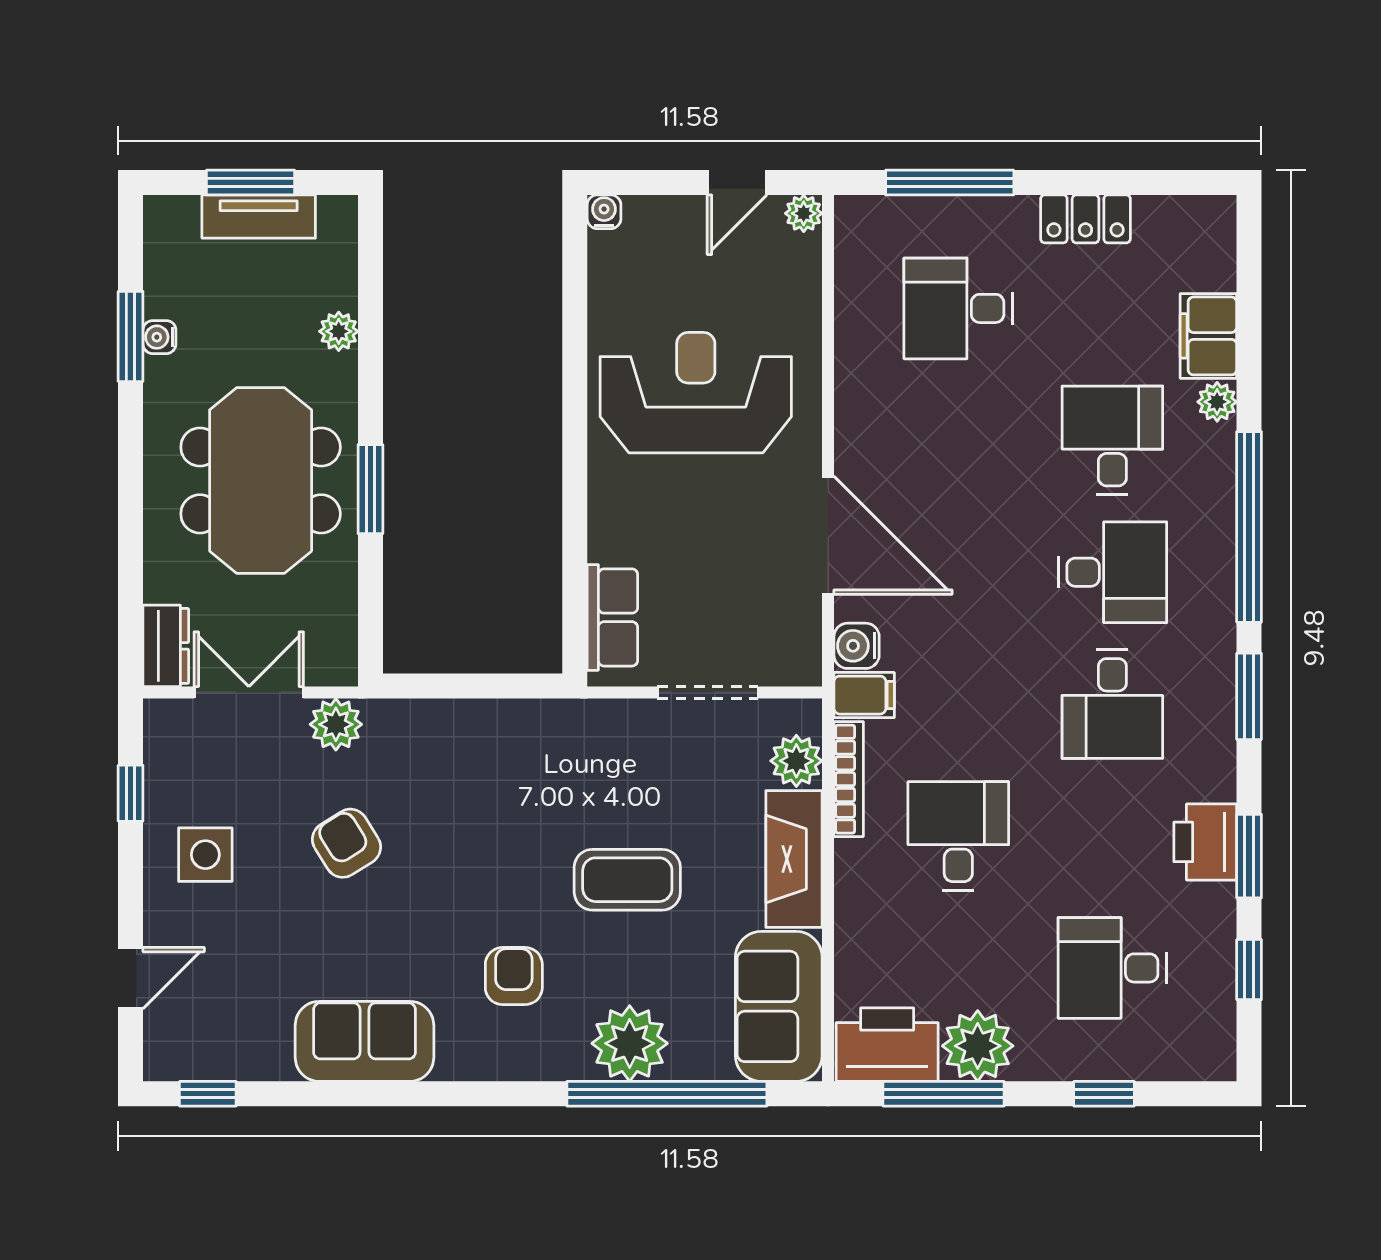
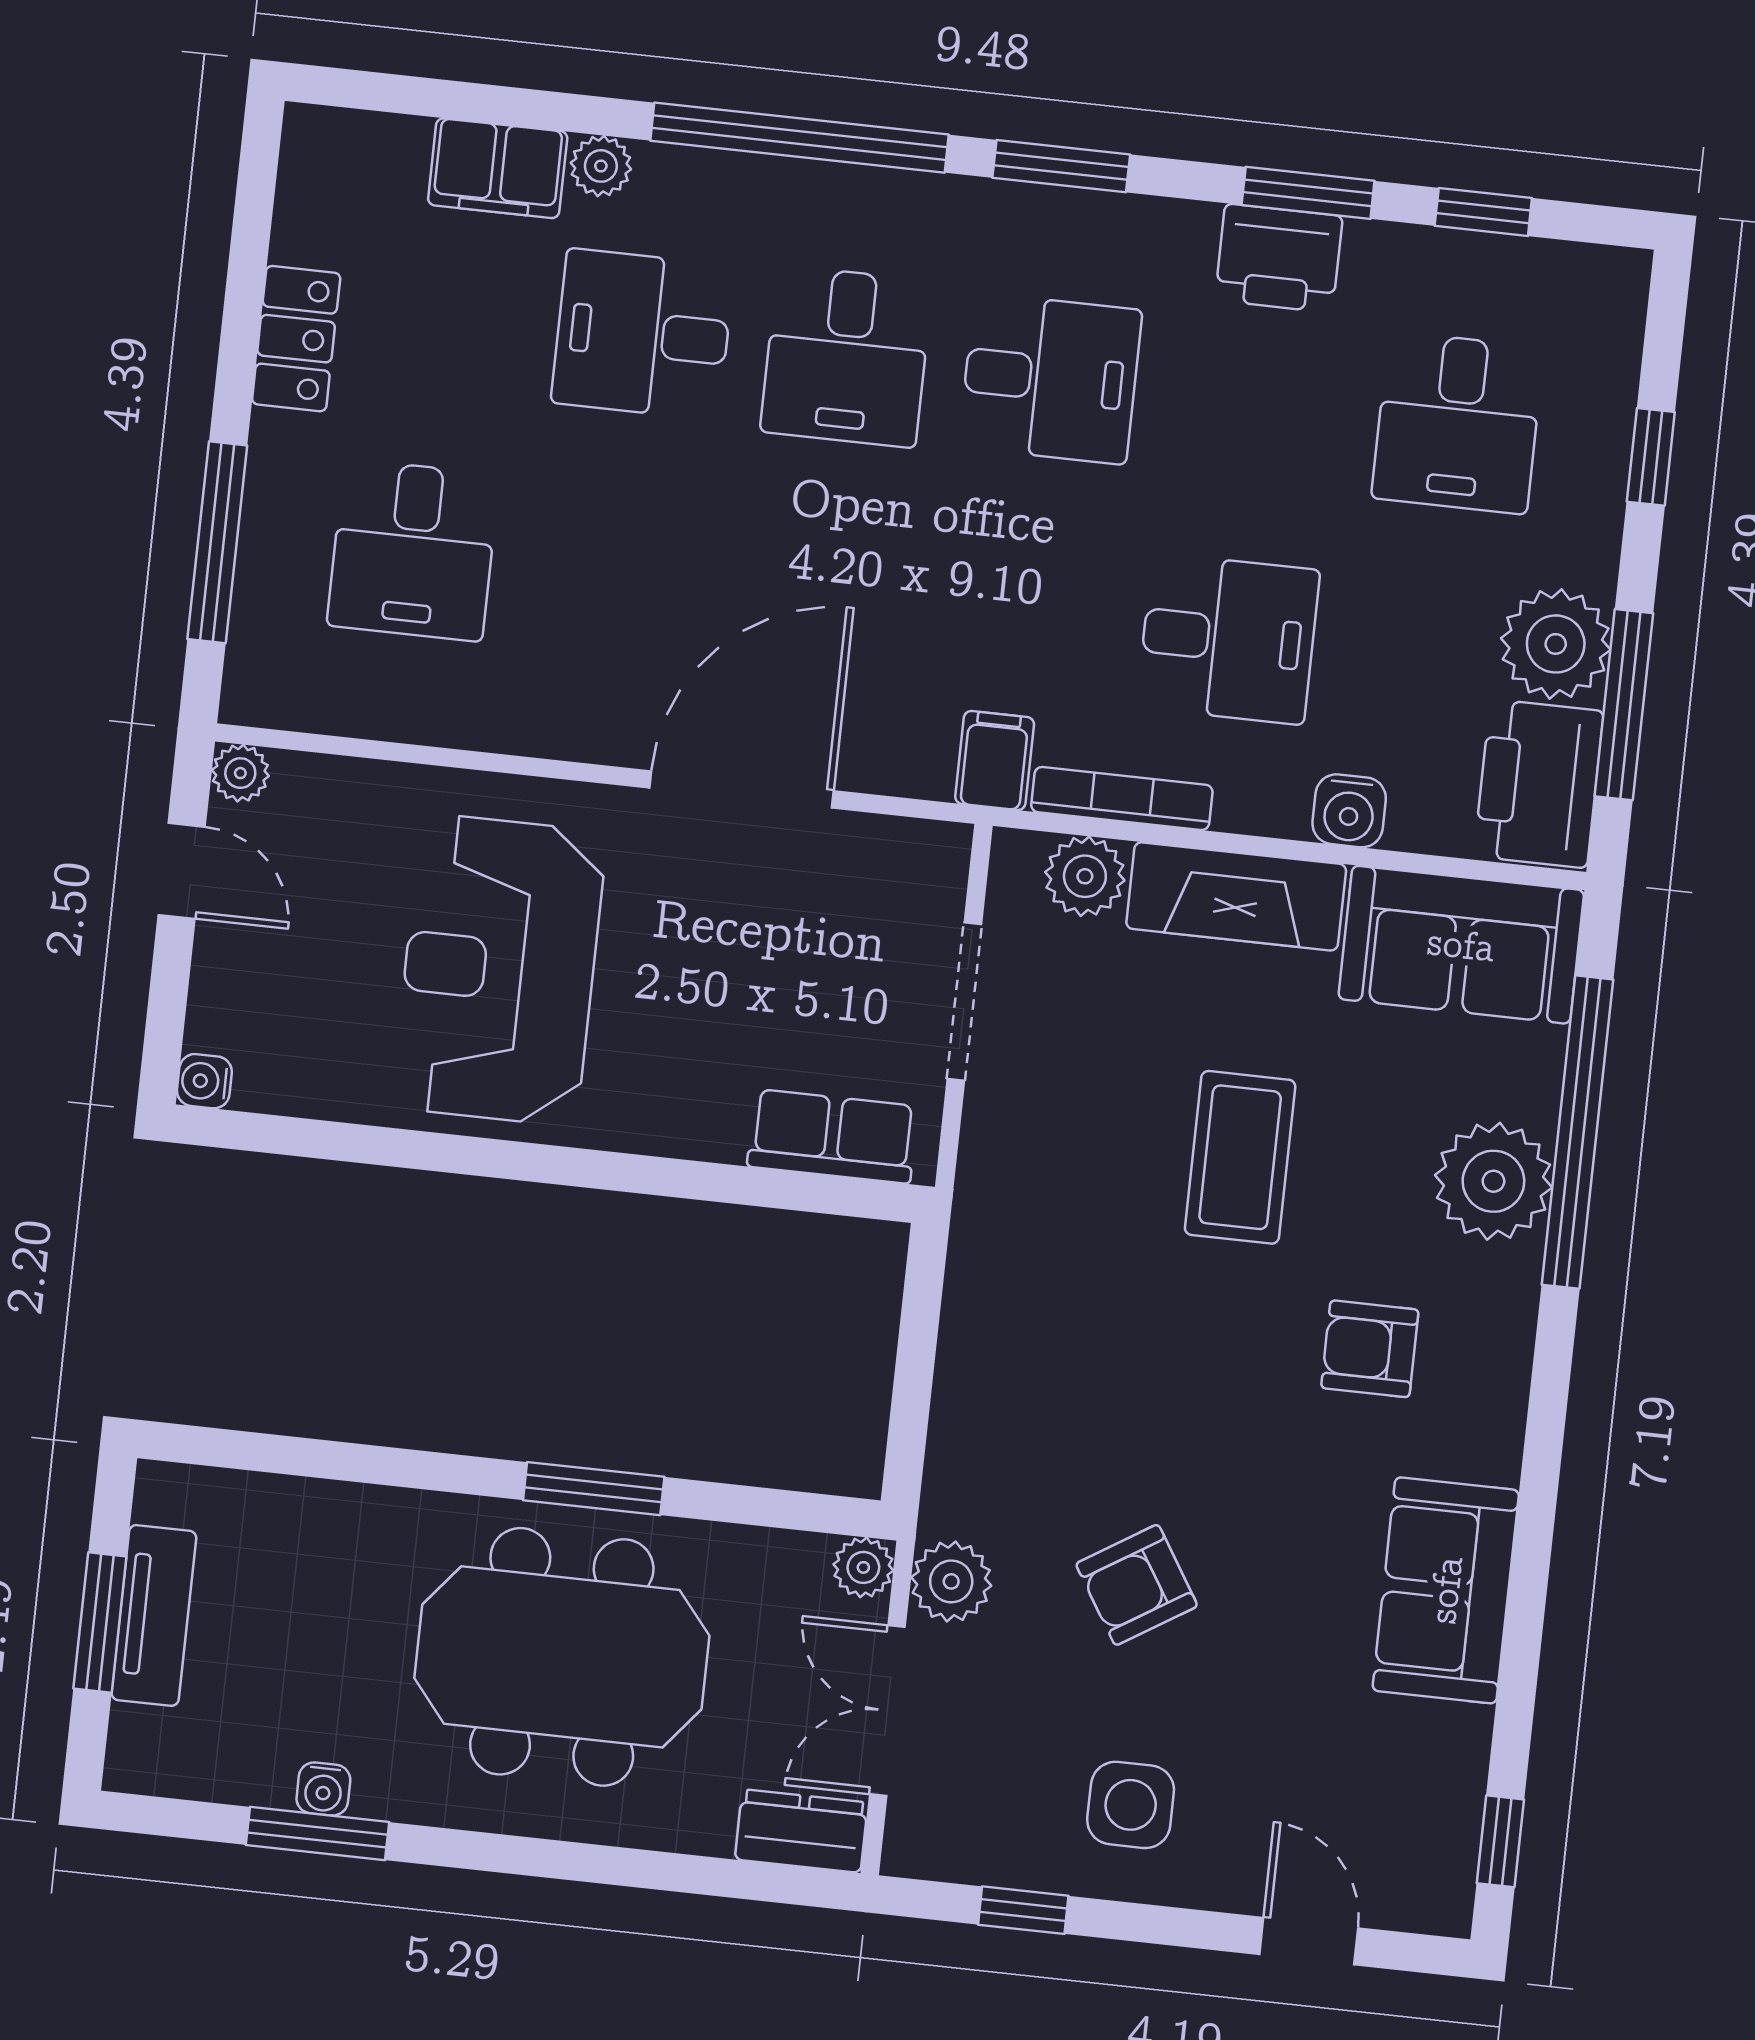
plant: (339, 331) -> (863, 1567), moved
desk: (1112, 572) -> (847, 356), turned 180
water cooler: (857, 646) -> (1349, 811), moved
desk: (958, 836) -> (1228, 639), turned 180

